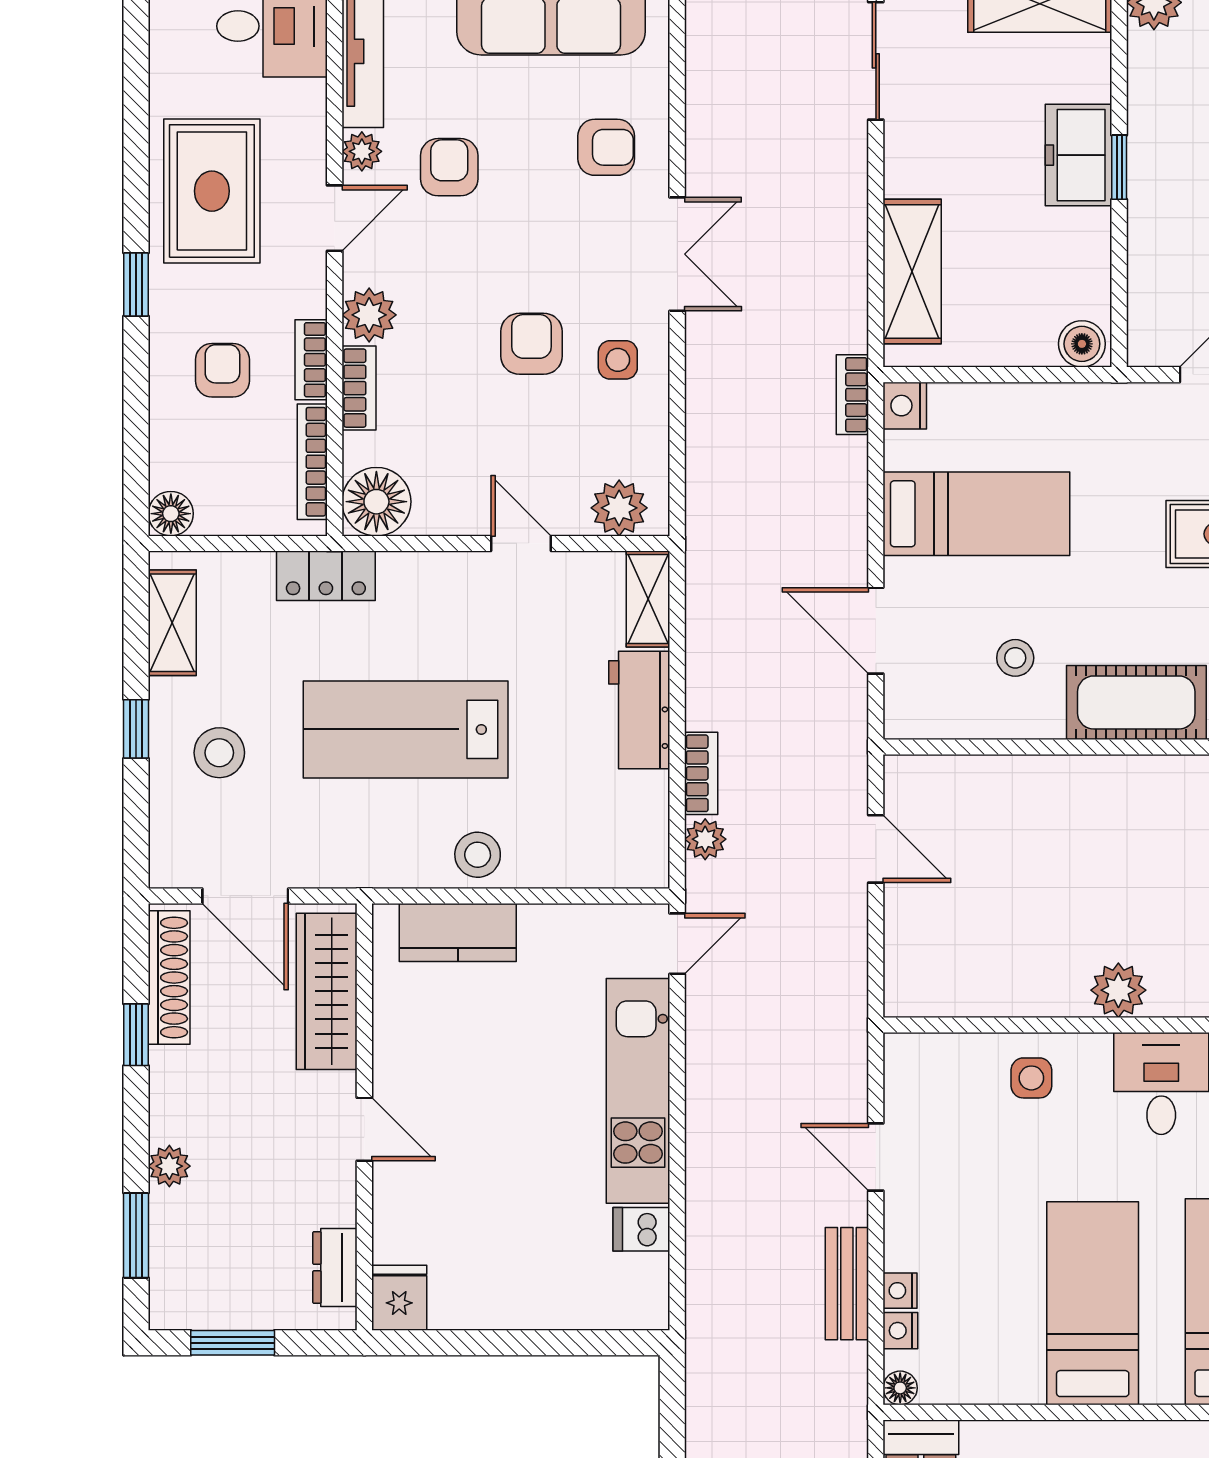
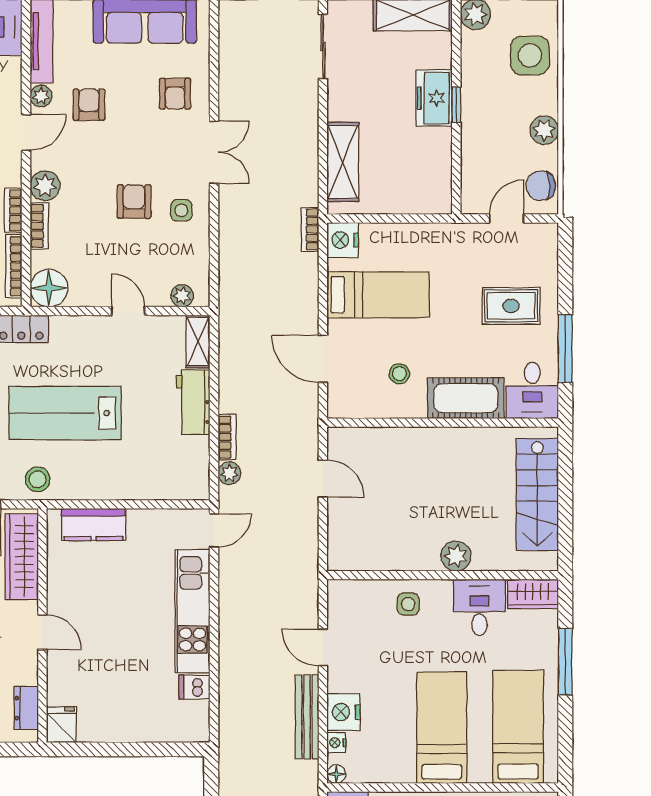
armchair: (606, 147) -> (175, 94), turned 90
boiler: (1082, 344) -> (436, 202), removed
nightstand: (905, 406) -> (343, 240), width x1.36, depth x1.33
plant: (619, 508) -> (182, 296), width x0.73, depth x0.73
stool: (478, 855) -> (38, 479), moved
bench: (847, 1284) -> (307, 717), width x1.36
nightstand: (900, 1291) -> (344, 712), width x1.89, depth x1.79

